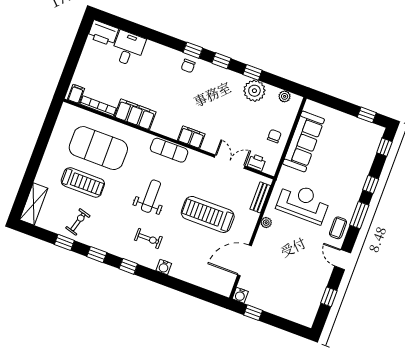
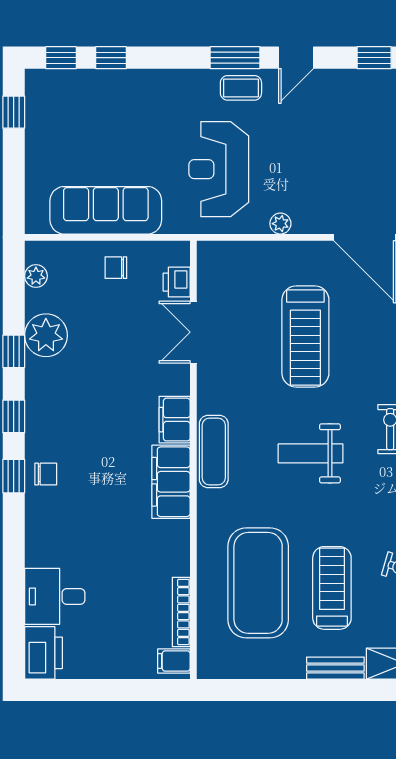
filing cabinet: (135, 114) -> (171, 482), moved
window: (371, 184) -> (111, 58), moved
bench: (260, 197) -> (335, 668), moved
window: (359, 215) -> (235, 58), moved

